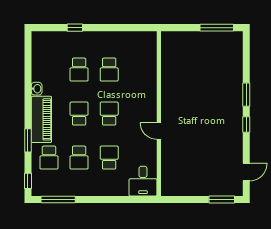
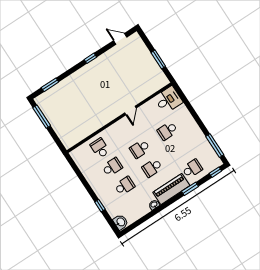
washbasin: (42, 39) -> (121, 222), added
window: (246, 95) -> (50, 85), moved
school desk: (79, 158) -> (100, 148), moved, turned -90
window: (222, 199) -> (158, 59), moved

